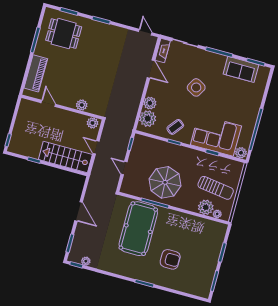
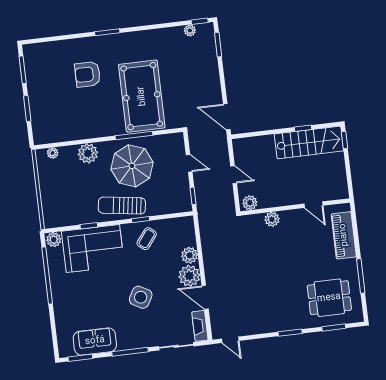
plant: (148, 119) -> (189, 276), moved
stairs: (65, 157) -> (309, 142), moved
sun lounger: (216, 188) -> (122, 206), moved
plant: (206, 207) -> (88, 153), moved
door: (79, 211) -> (227, 117), moved

